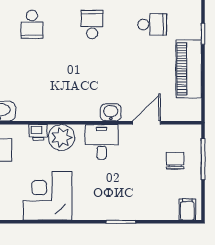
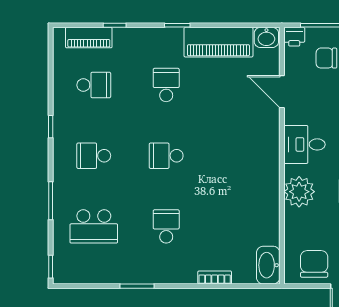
school desk: (32, 24) -> (166, 226), turned -90
washbasin: (111, 112) -> (266, 37), moved, turned -90
printer: (38, 132) -> (294, 37), moved, turned 90

